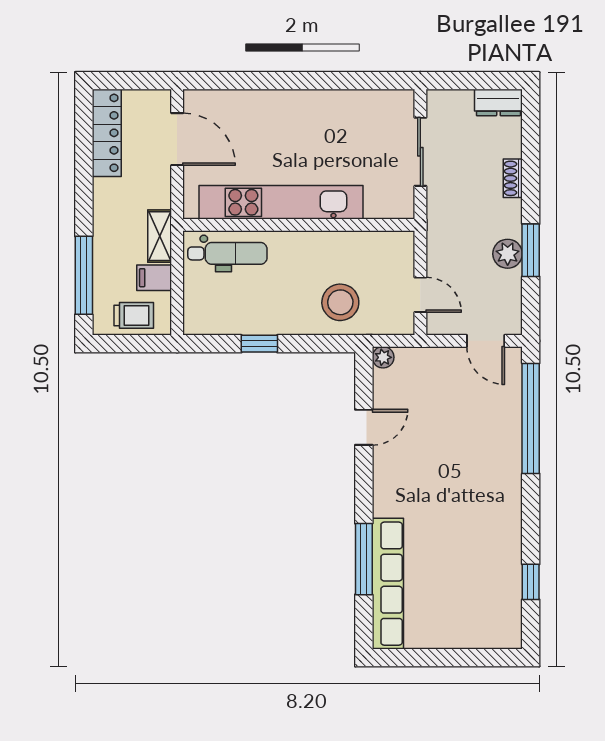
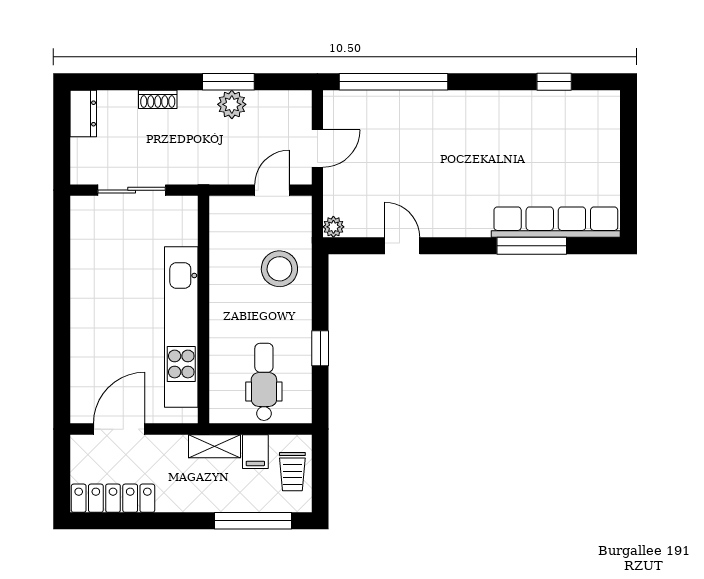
dental chair: (227, 253) -> (264, 382), moved
trolley: (134, 315) -> (292, 472), turned 180
door: (486, 341) -> (317, 149), moved

